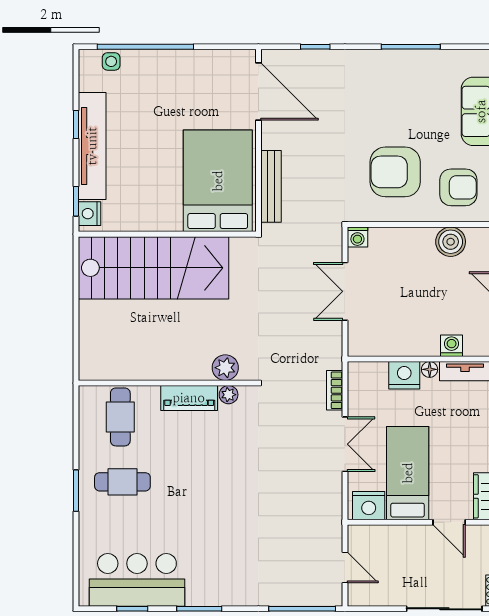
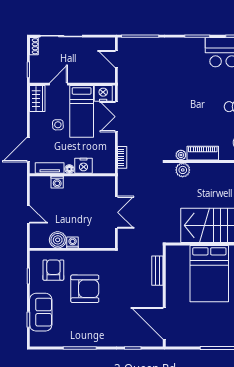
armchair: (395, 172) -> (85, 289), moved
bed: (218, 181) -> (209, 274), moved
bench: (271, 186) -> (157, 271), width x0.73
armchair: (458, 187) -> (53, 270), turned 90
washing machine: (357, 237) -> (73, 242), moved
double door: (345, 444) -> (116, 117), moved
side table: (450, 449) -> (58, 125), added
door: (449, 522) -> (59, 84), hinge flipped

